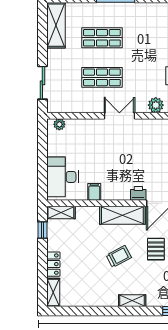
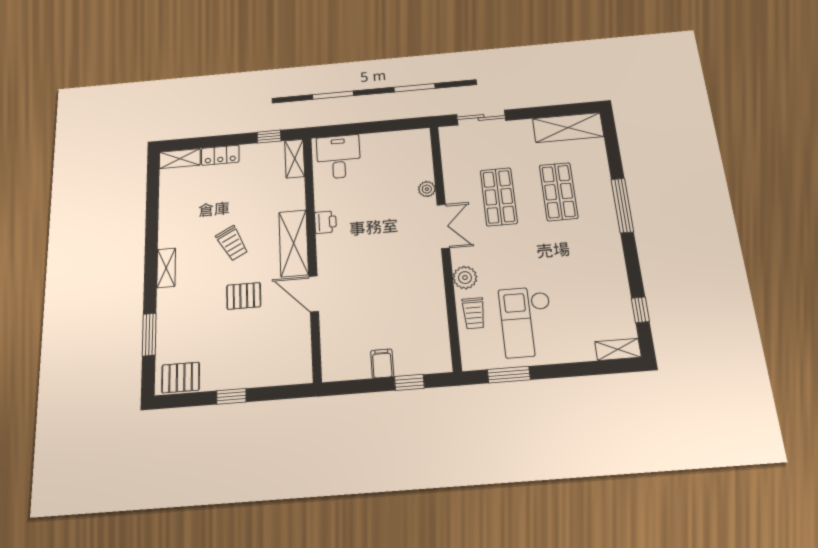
plant: (59, 124) -> (427, 189), moved
desk: (63, 177) -> (339, 157), width x0.73
filing cabinet: (94, 192) -> (327, 201), removed
printer: (138, 193) -> (325, 222), moved

